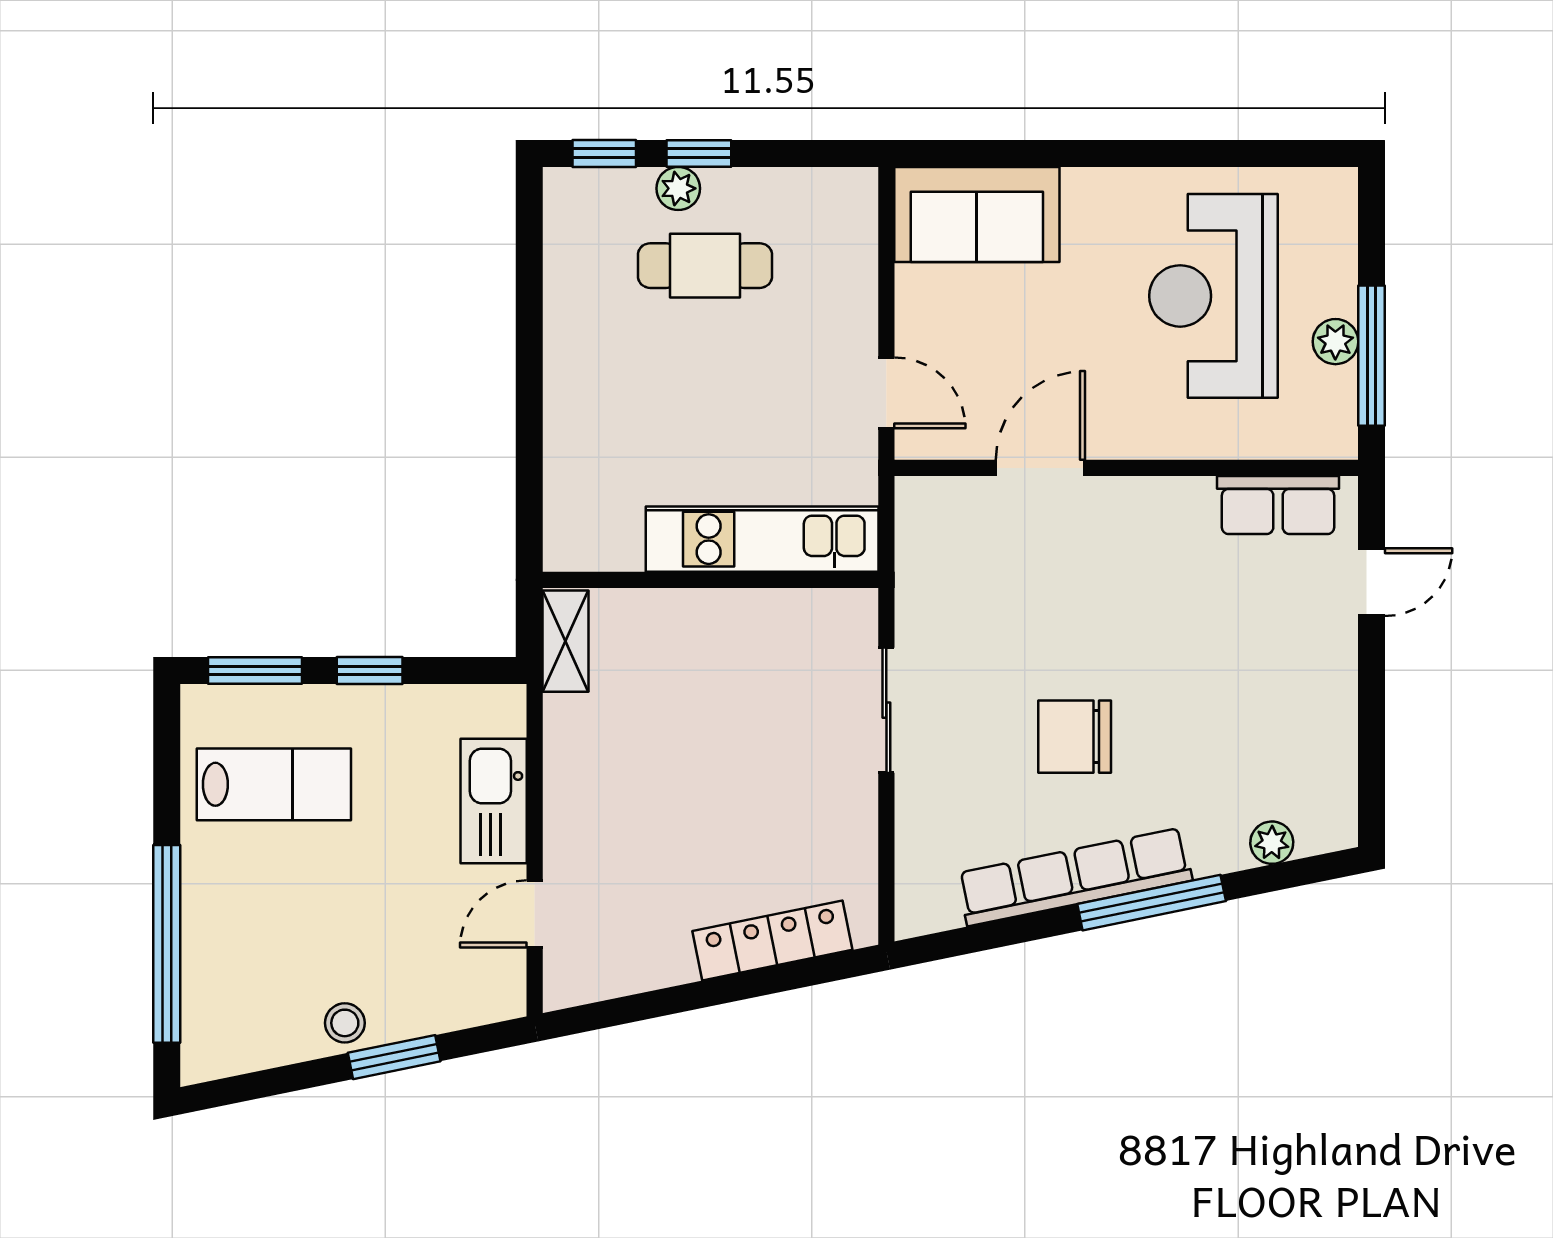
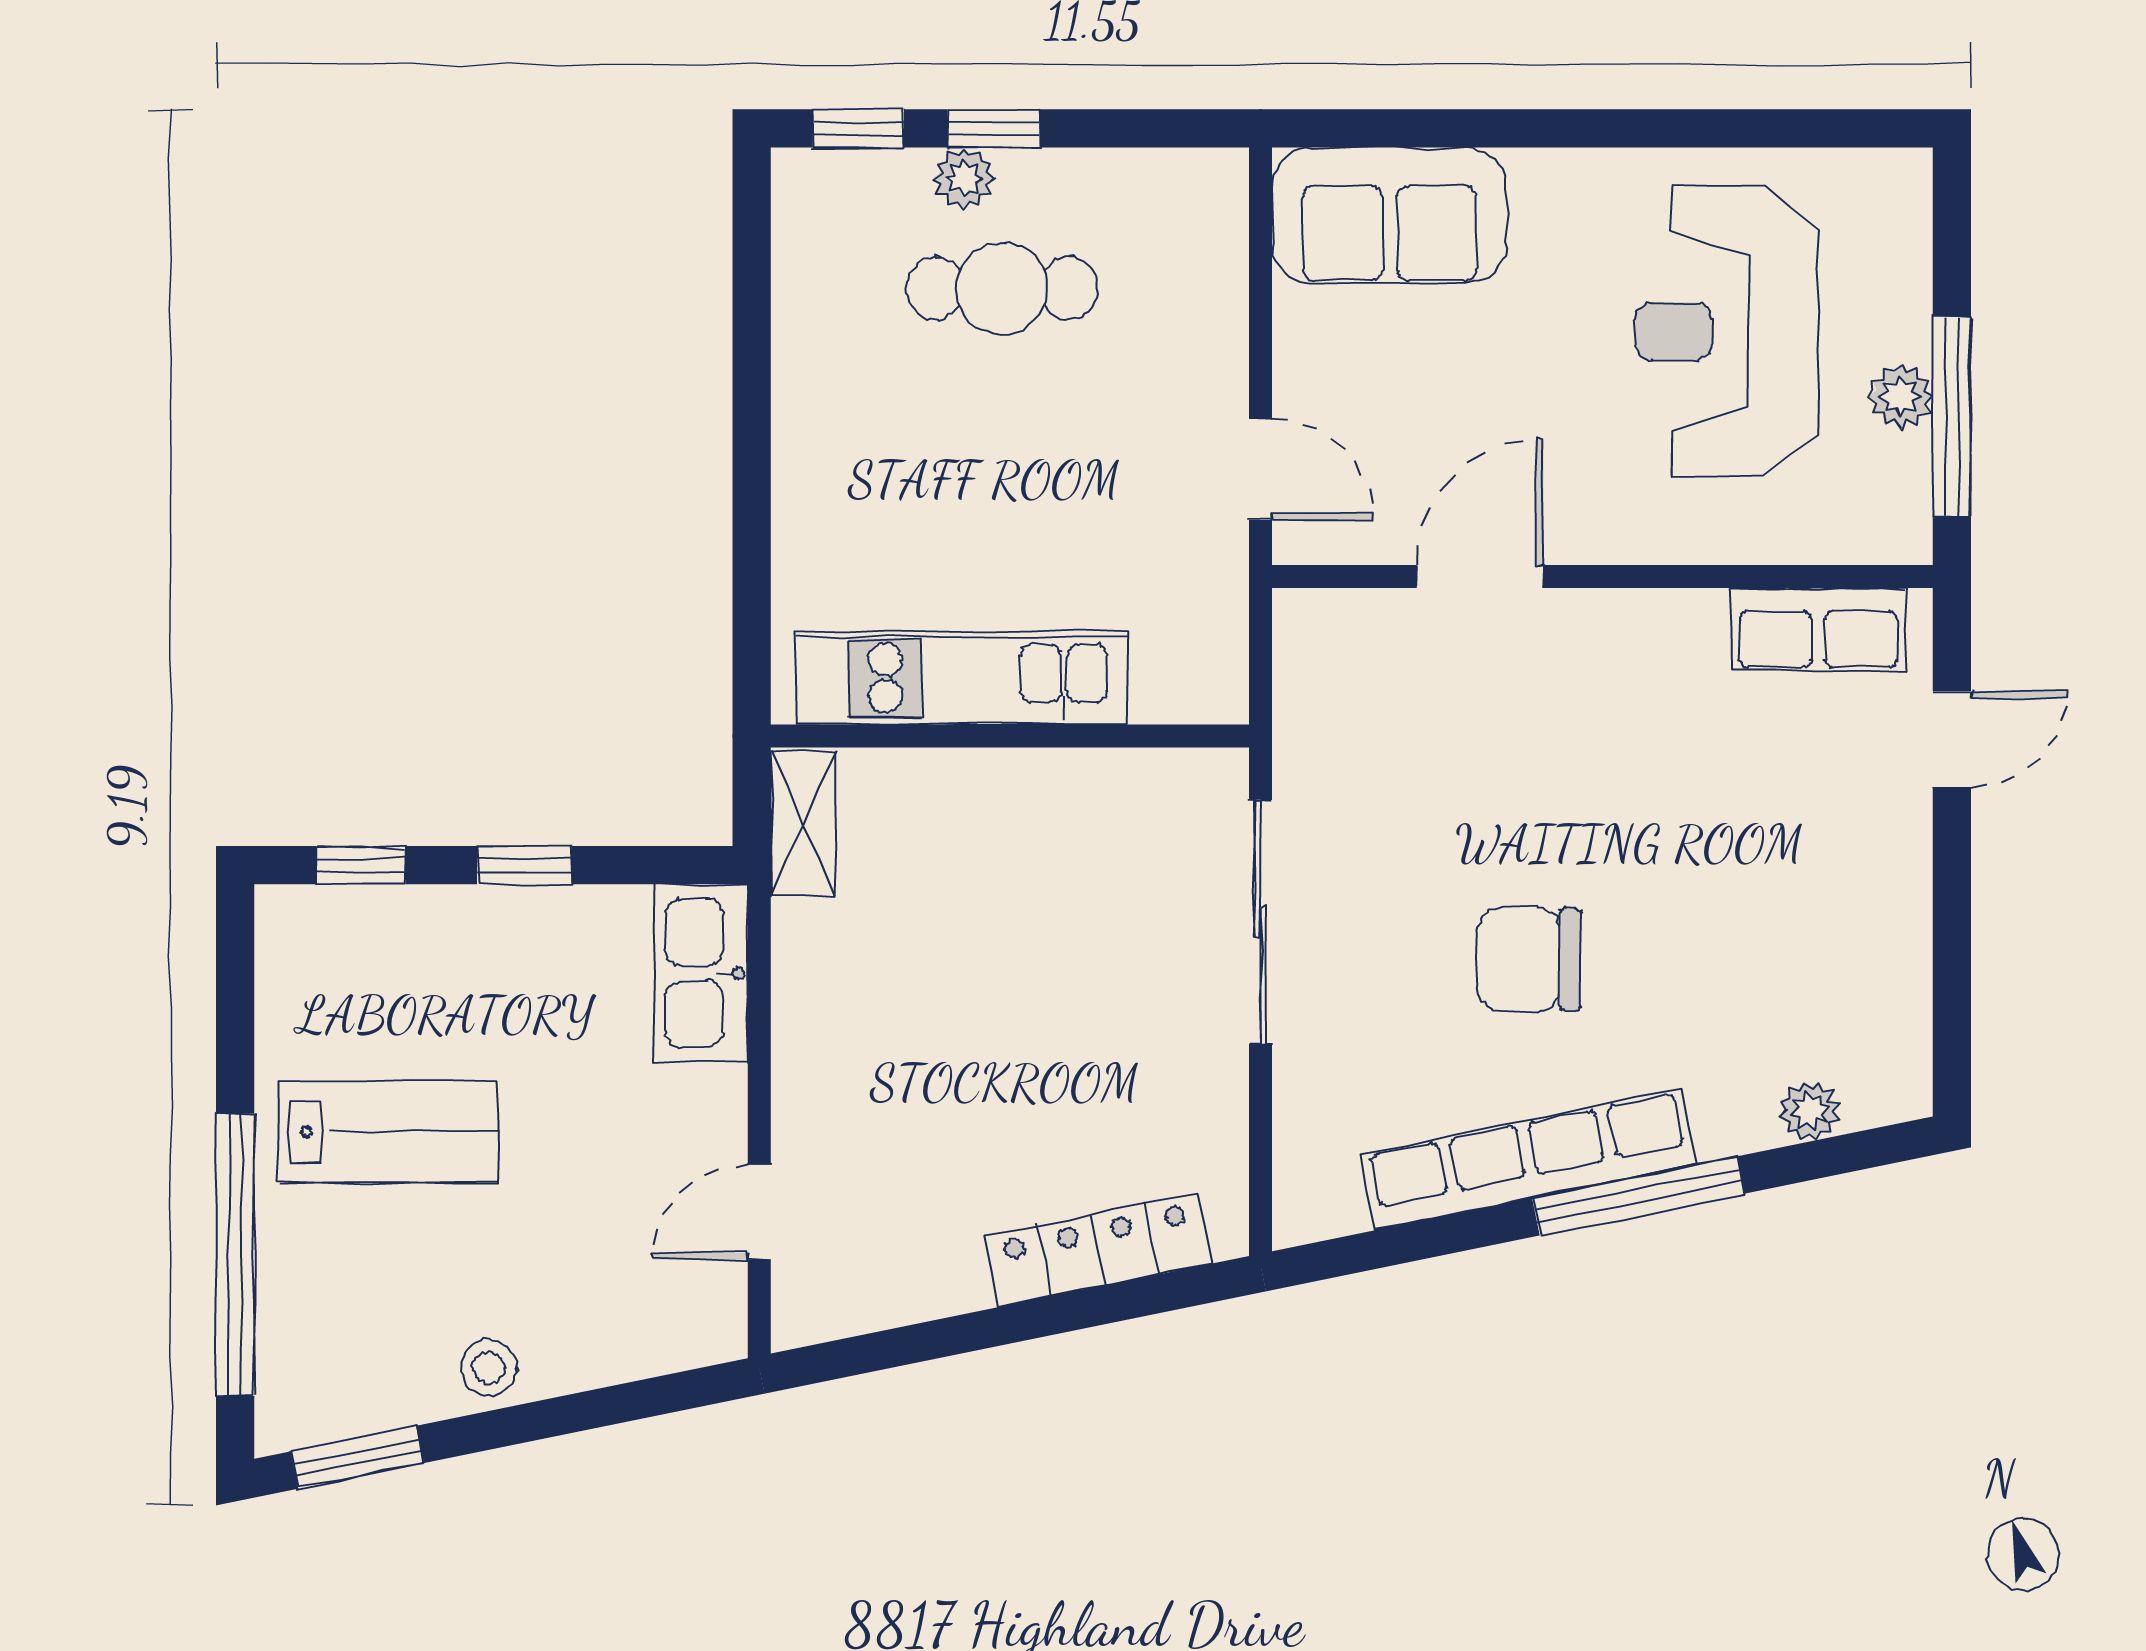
kitchen unit: (762, 539) -> (961, 678), moved
window: (255, 670) -> (361, 865), width x0.67
sliding door: (886, 710) -> (1261, 922), width x1.37
lab bench: (274, 784) -> (388, 1132), moved
kitchen sink: (494, 801) -> (701, 973), moved
window: (394, 1057) -> (357, 1457), moved

